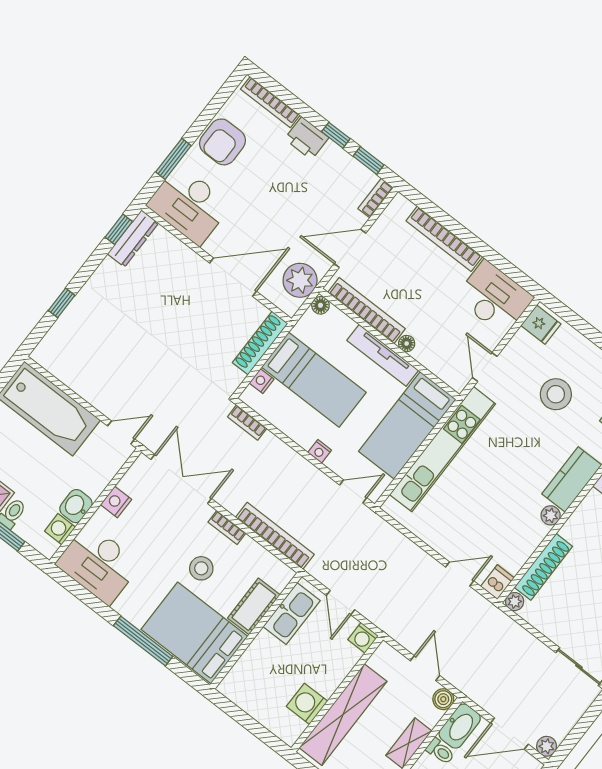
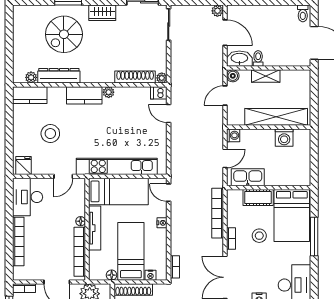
floor lamp: (320, 305) -> (112, 275), moved

